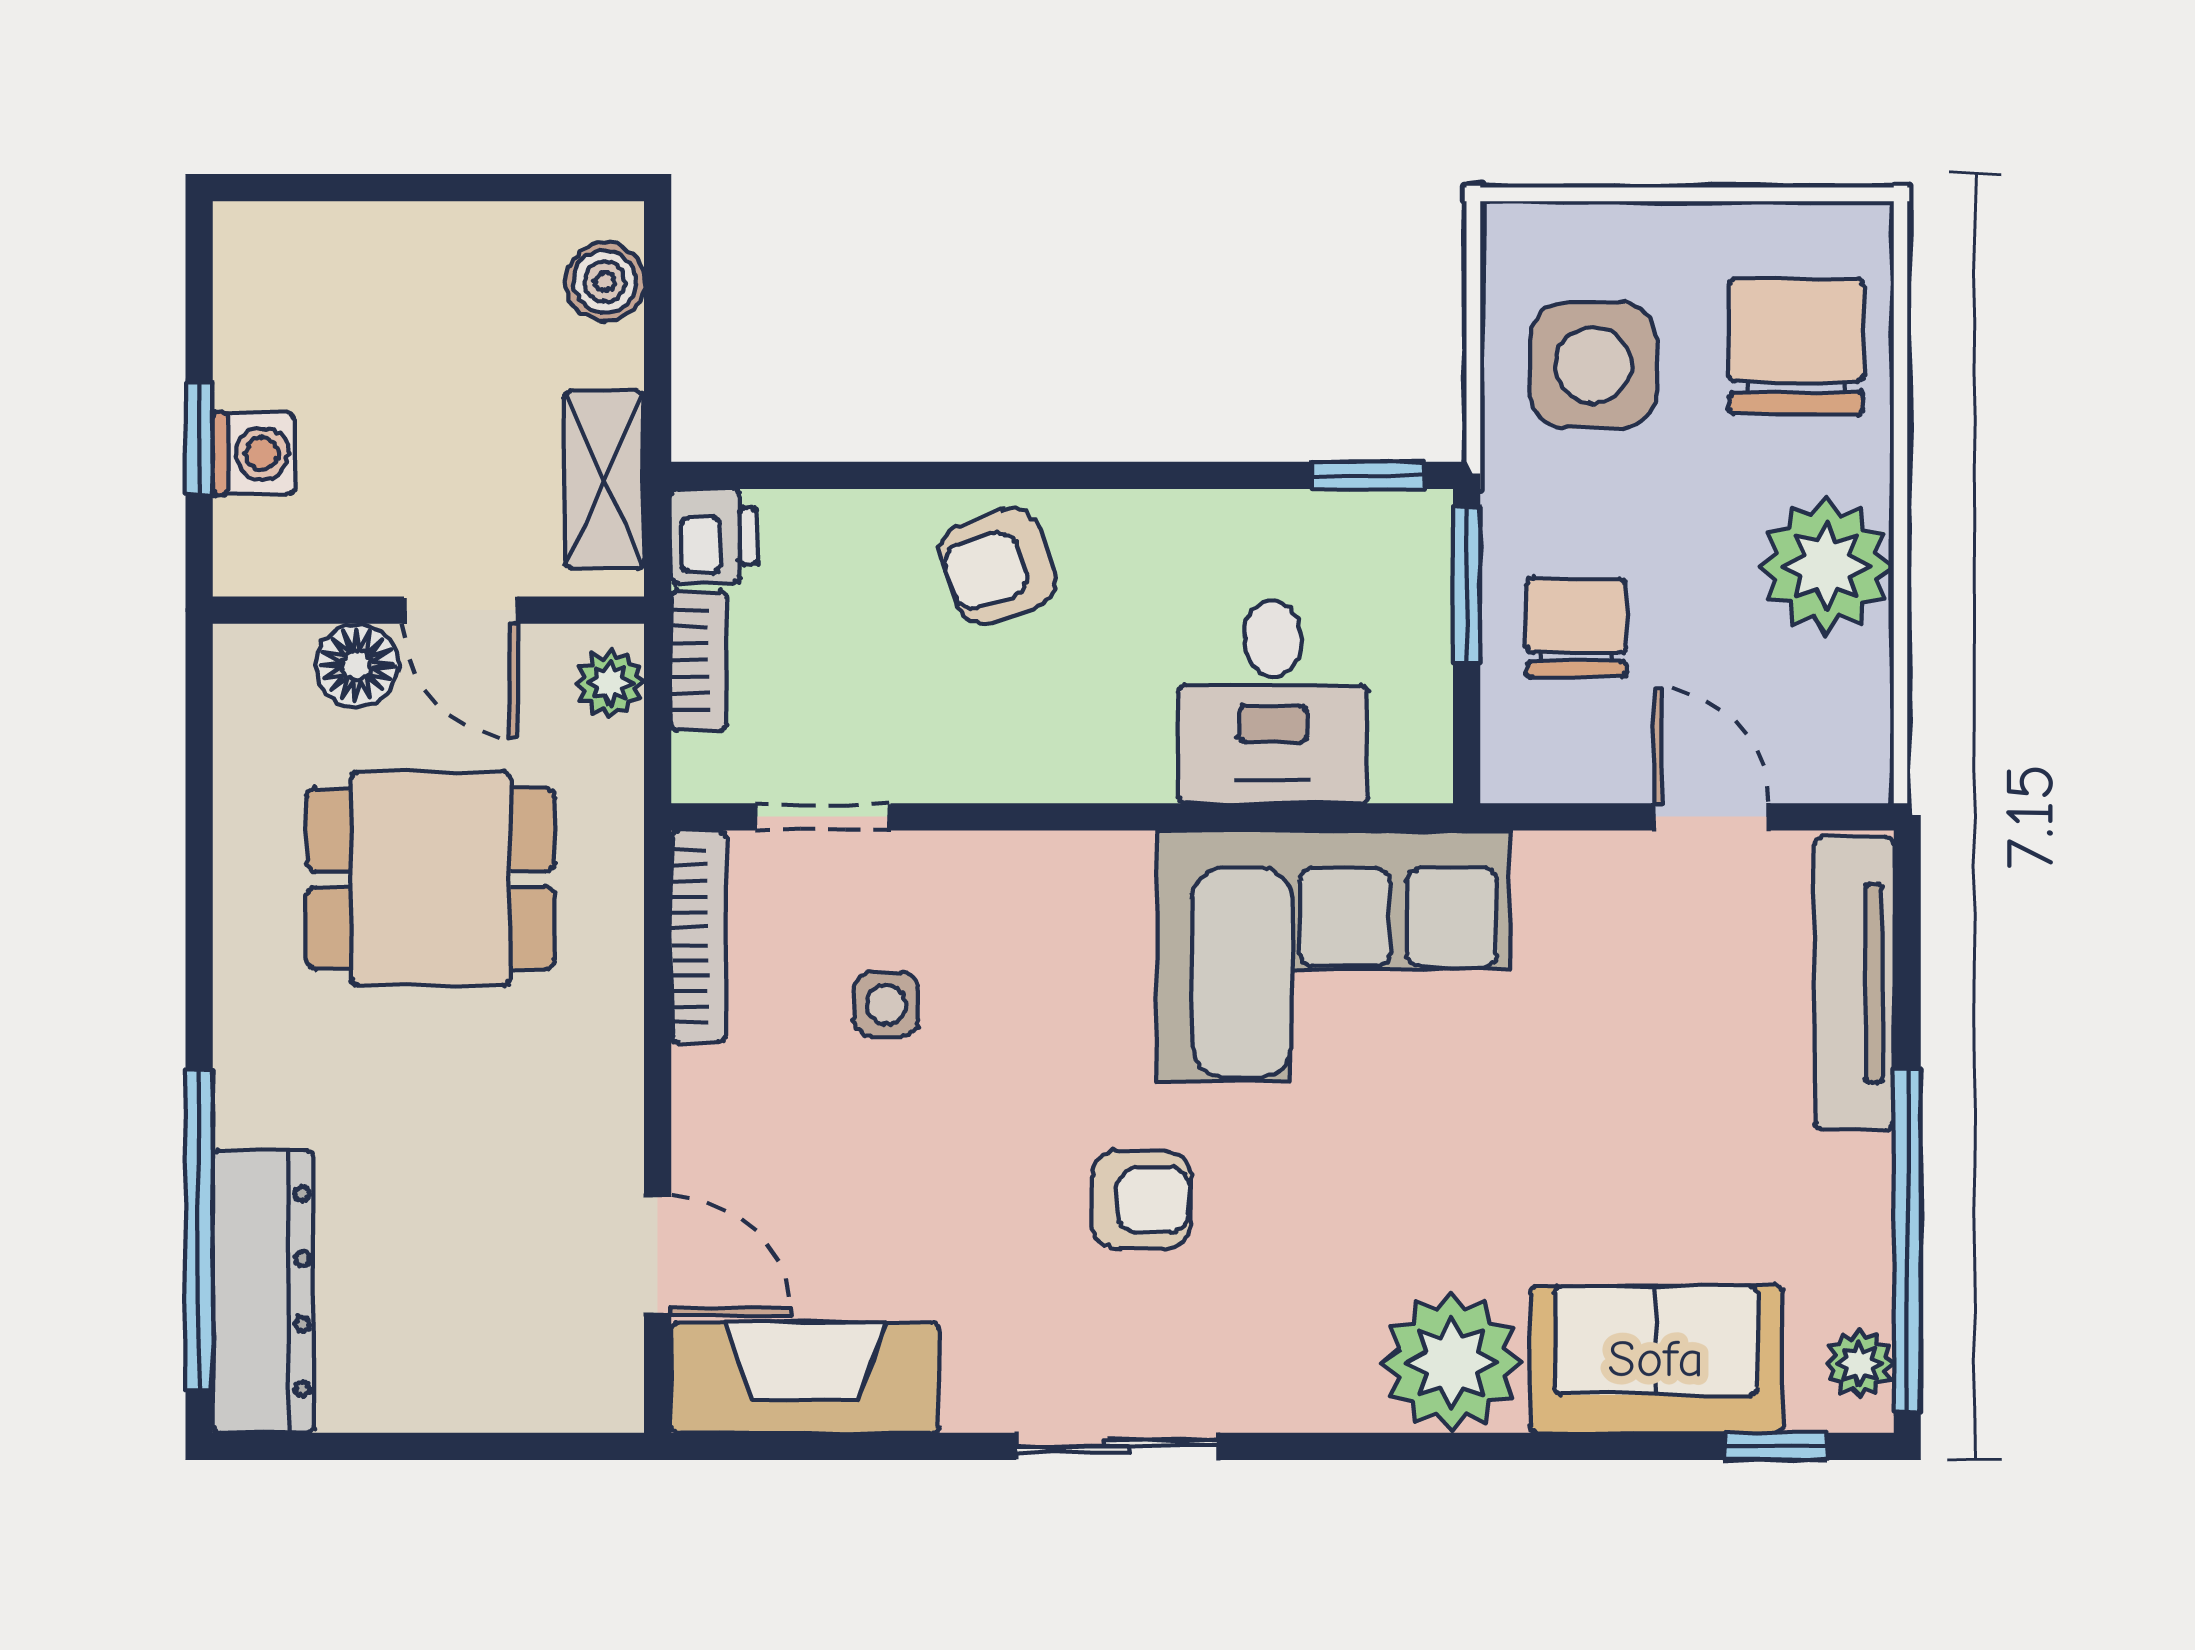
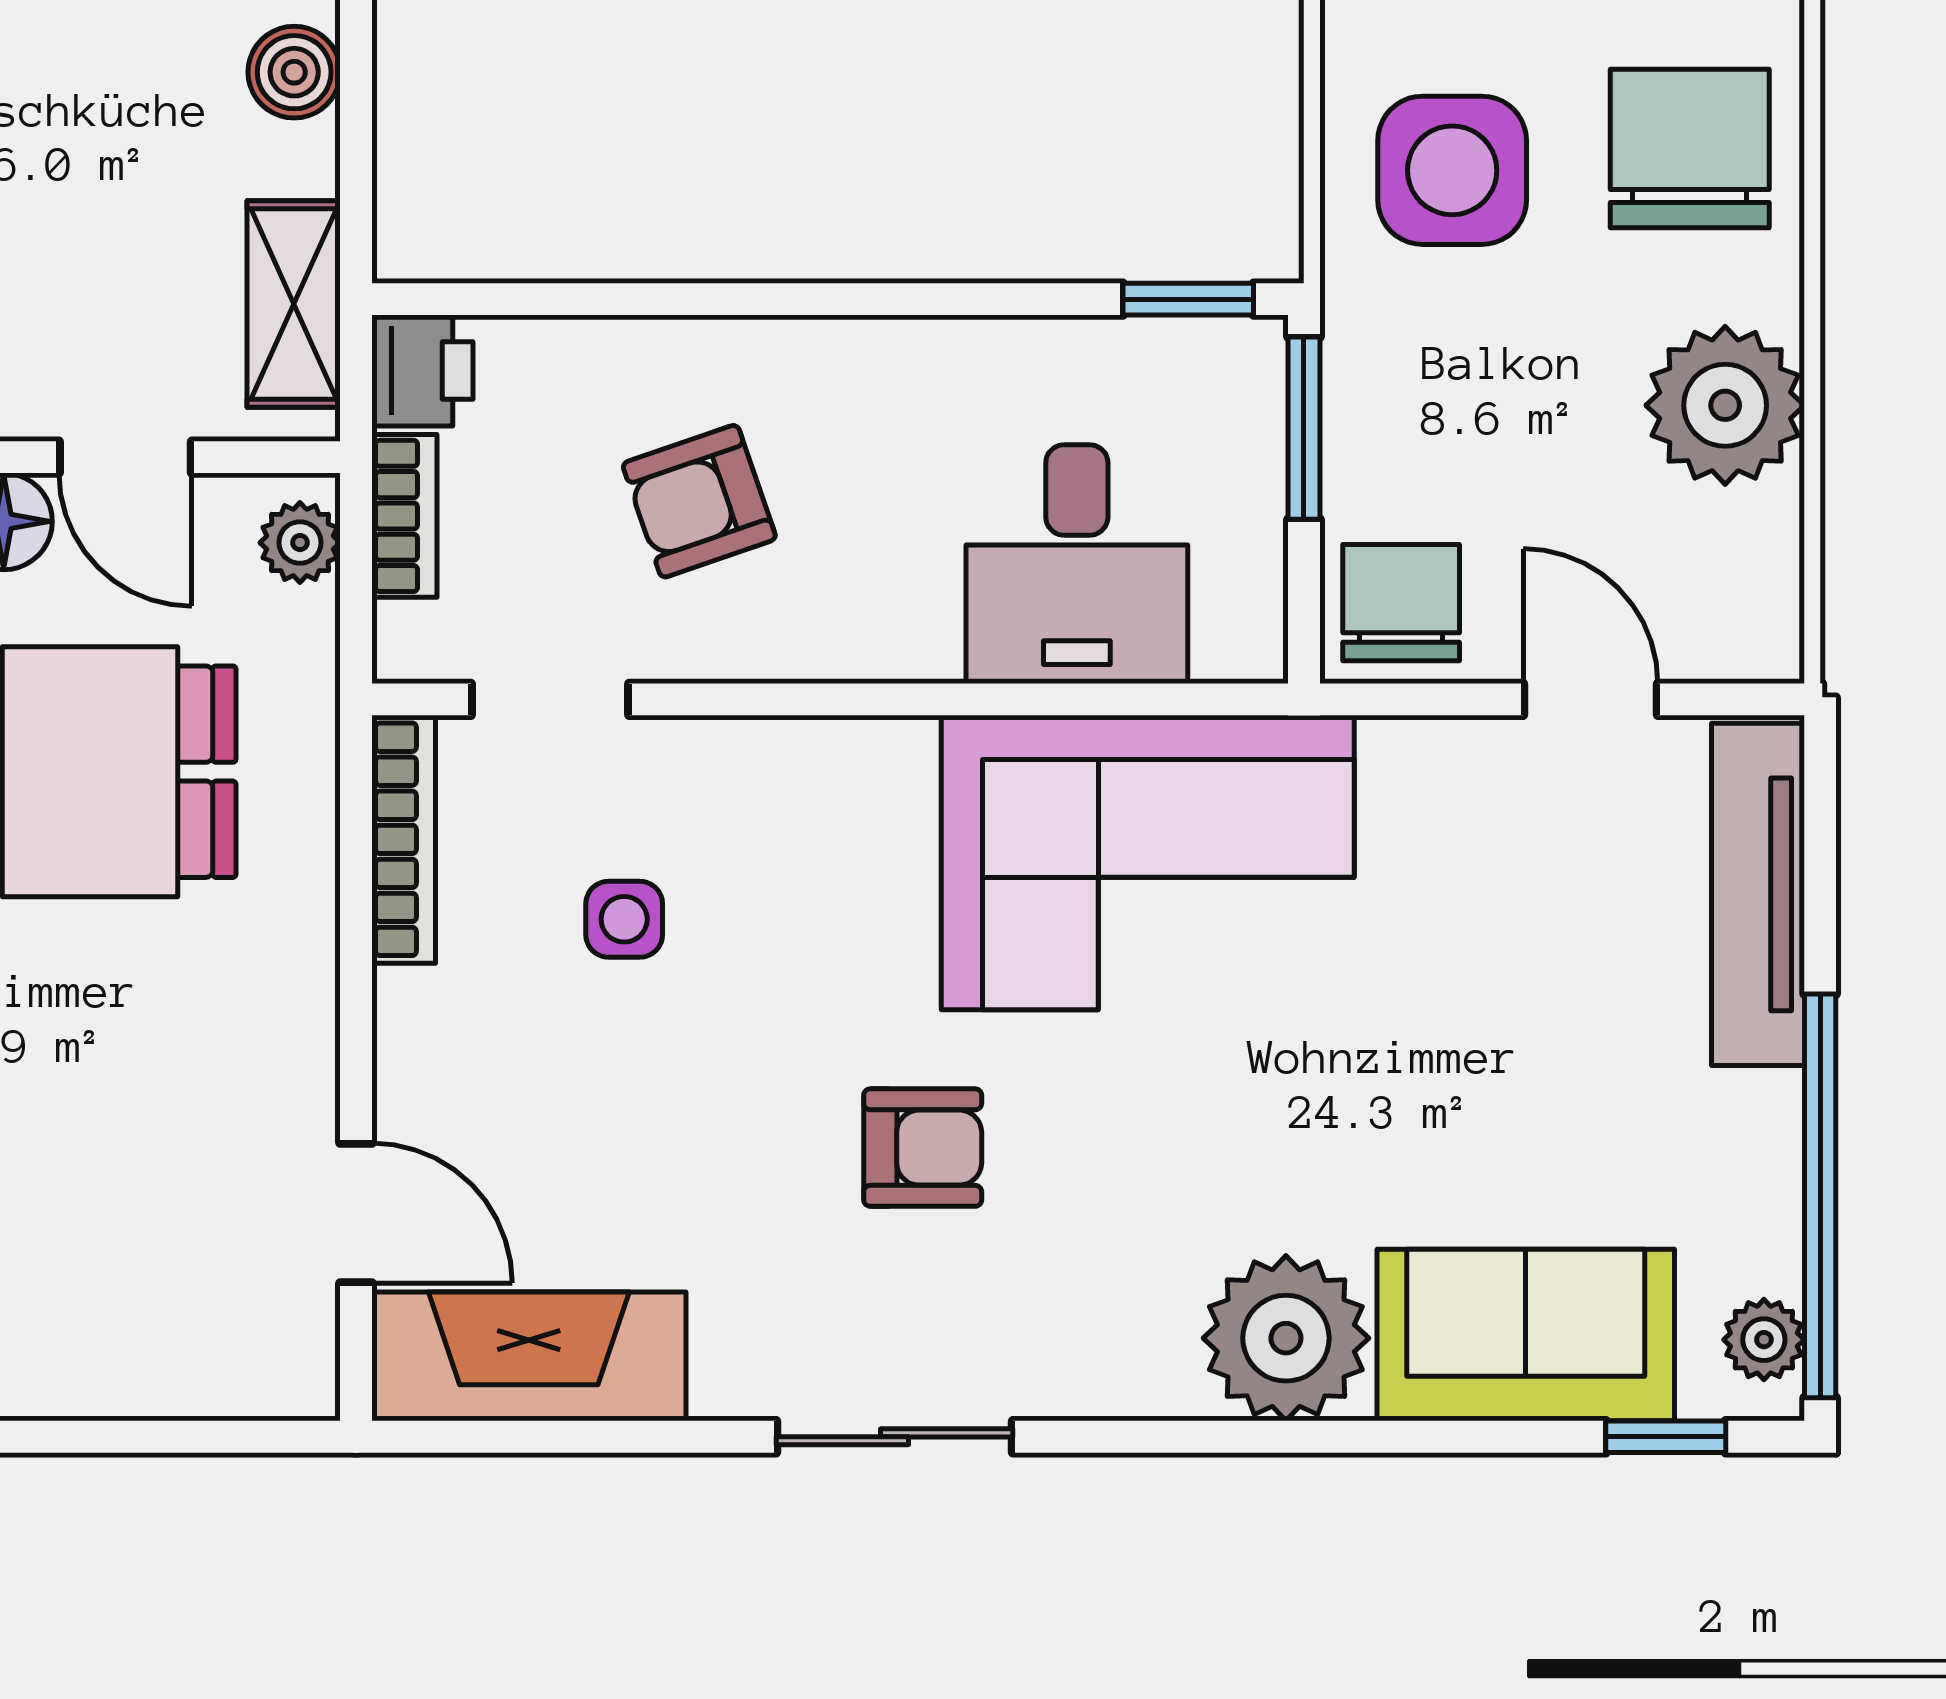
armchair: (998, 566) -> (699, 501), moved
chair: (1576, 628) -> (1401, 603), moved

